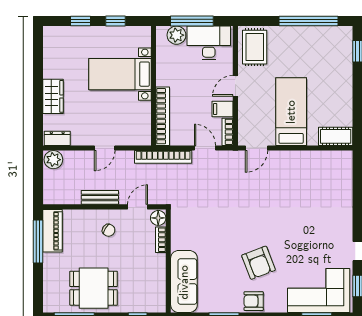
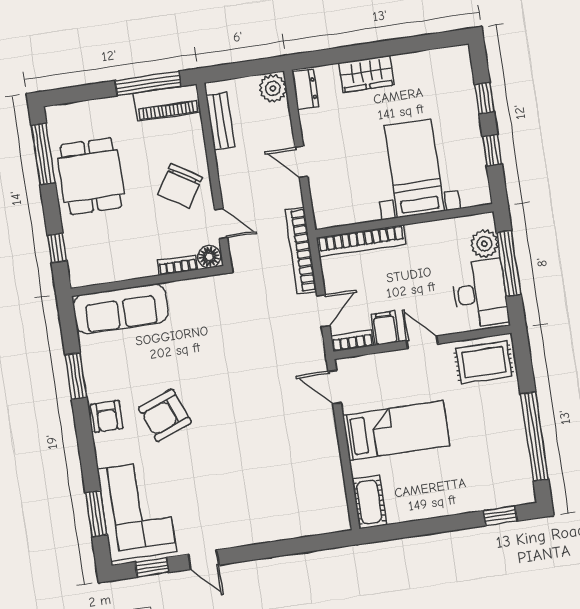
bench: (100, 197) -> (220, 121), moved
chair: (109, 230) -> (180, 186), width x1.87, depth x1.87
armchair: (254, 301) -> (107, 416), turned 180

